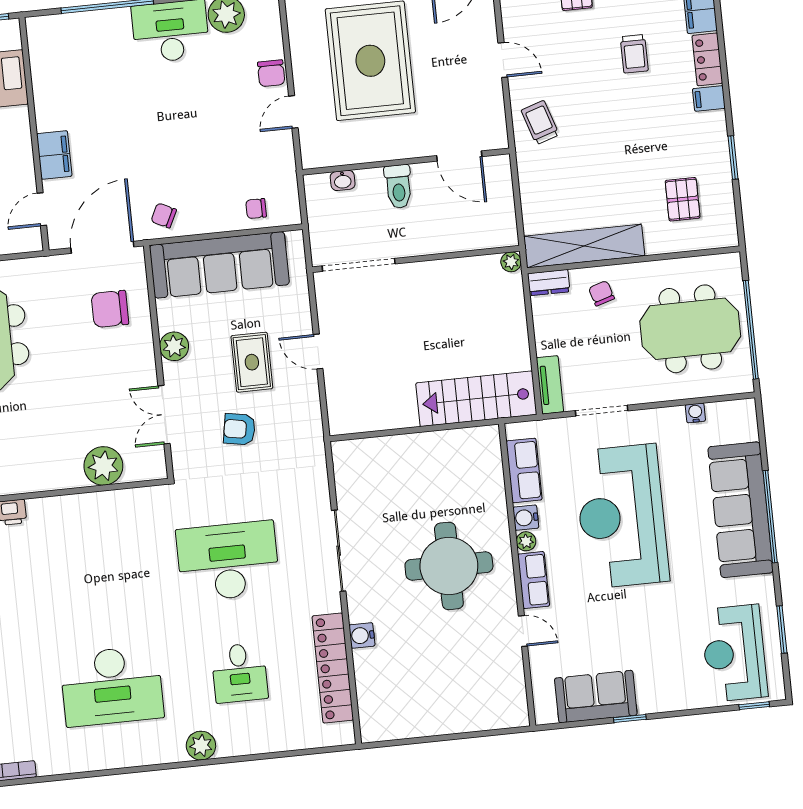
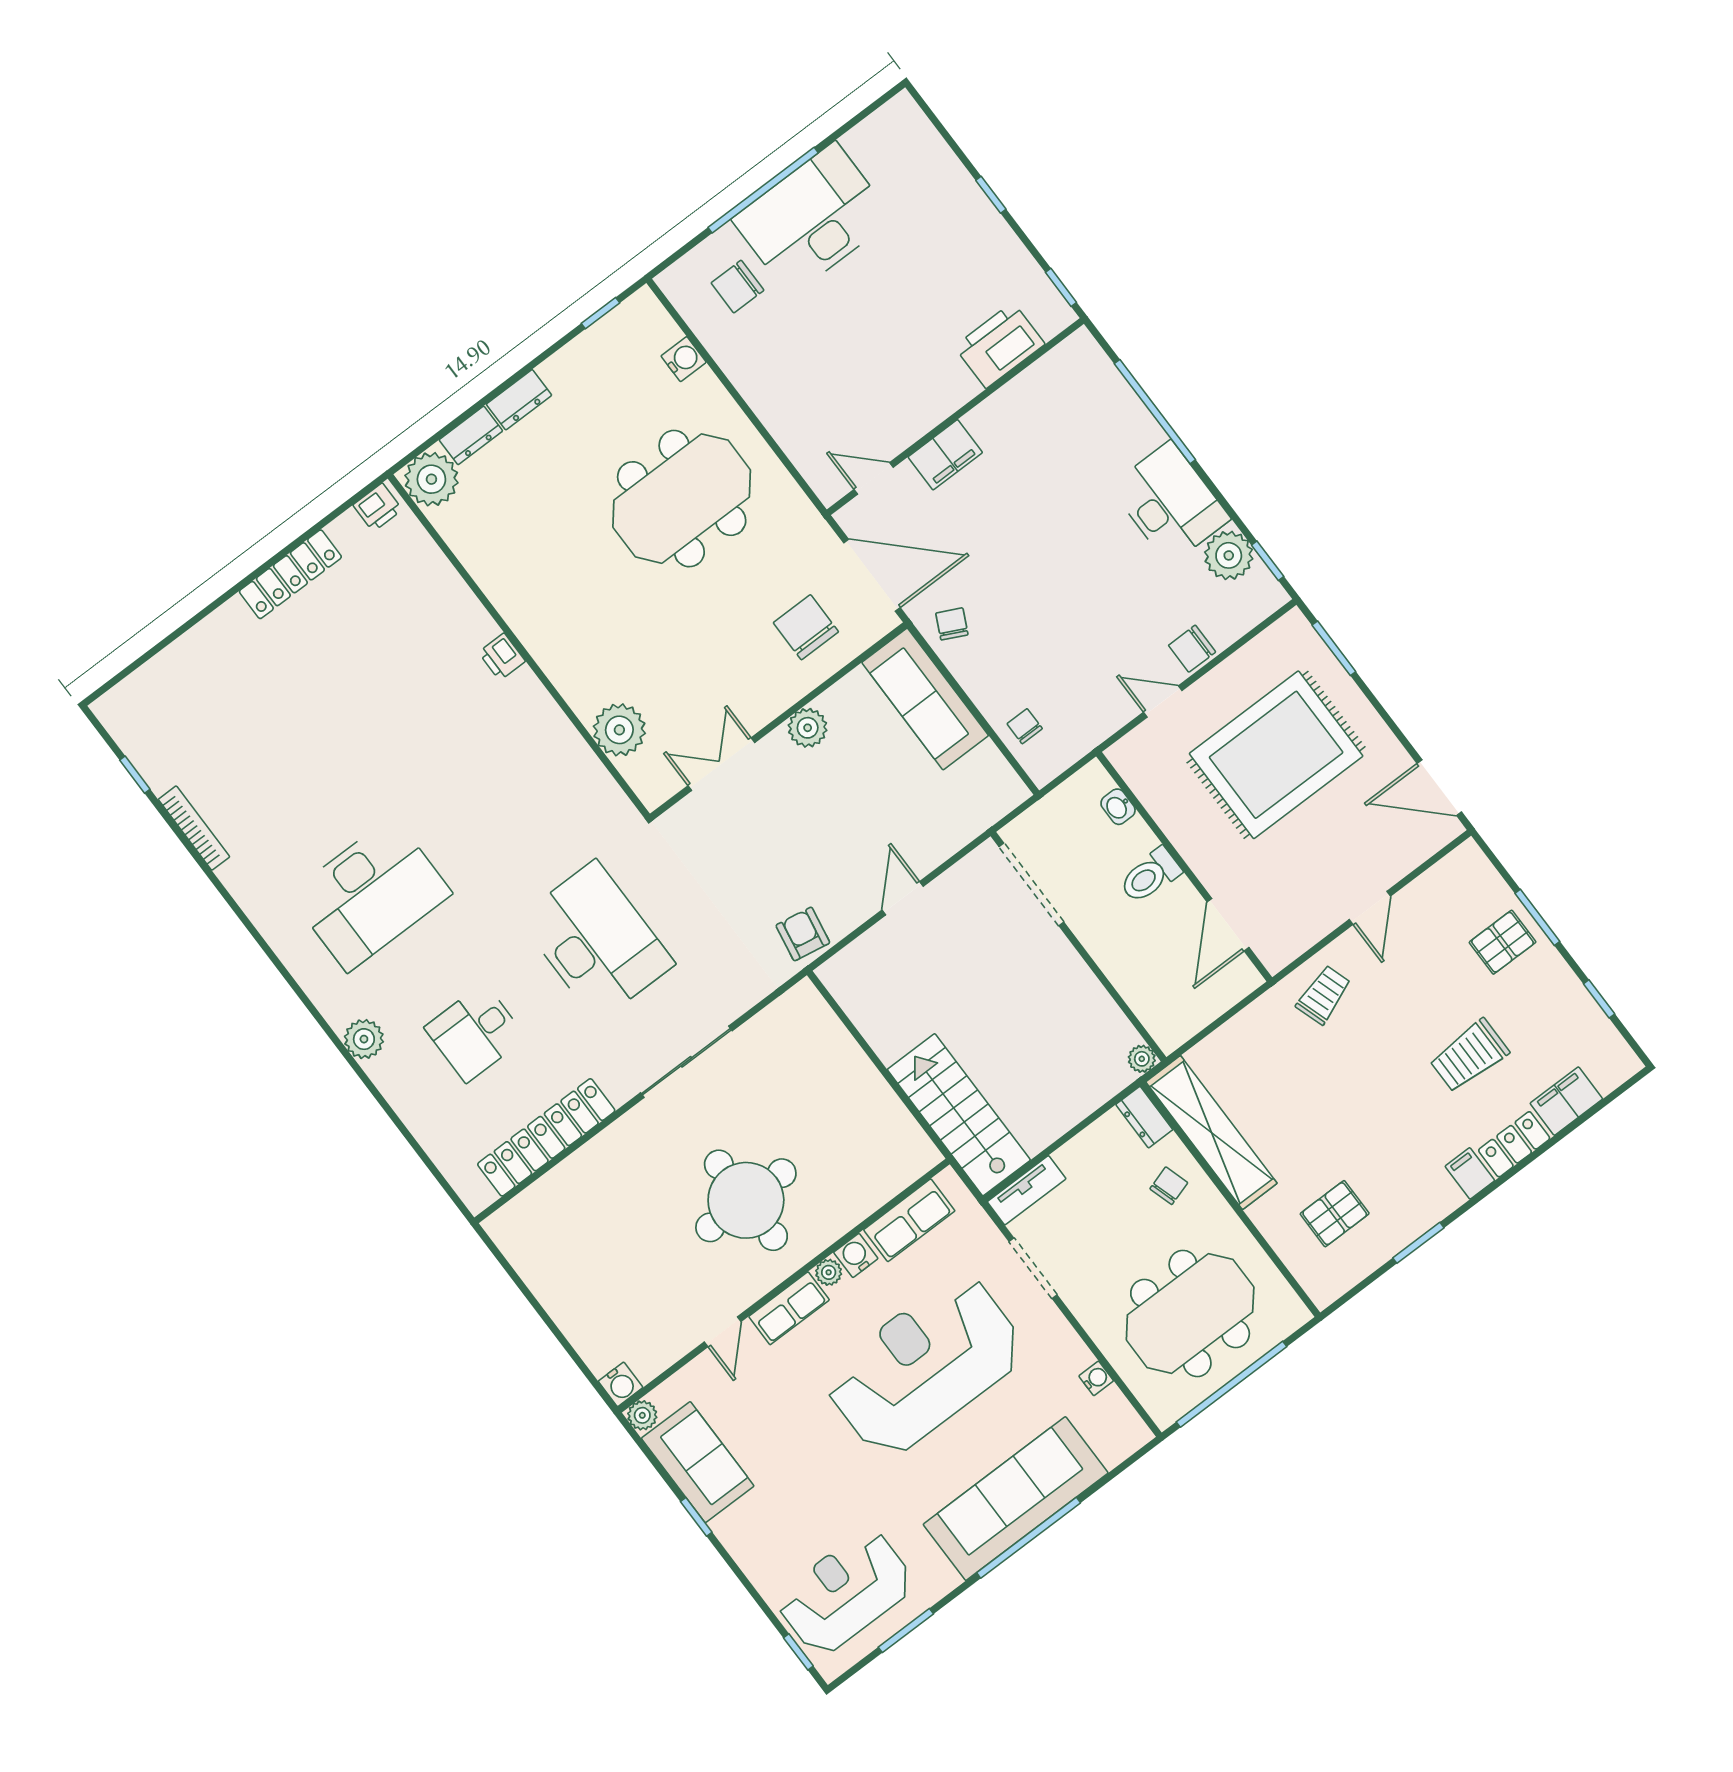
trolley: (634, 54) -> (1469, 1056), width x1.36, depth x1.39
sofa: (219, 265) -> (925, 699), width x0.74, depth x0.79
meeting table: (690, 329) -> (1190, 1313), turned 90
rug: (252, 362) -> (844, 829), removed
armchair: (239, 429) -> (803, 934), moved
water cooler: (362, 635) -> (621, 1384), moved, turned 180
desk: (112, 686) -> (370, 894), turned -90
plant: (545, 714) -> (642, 1415), added

